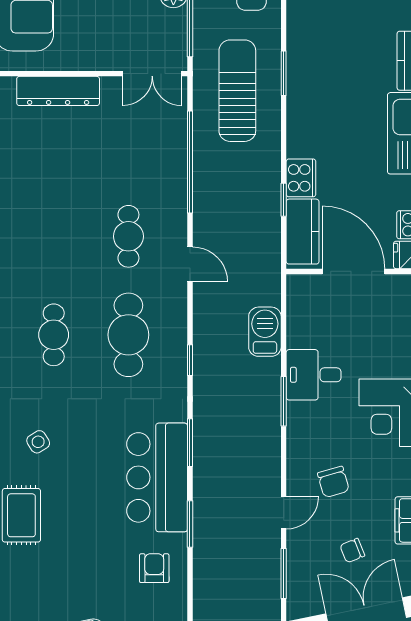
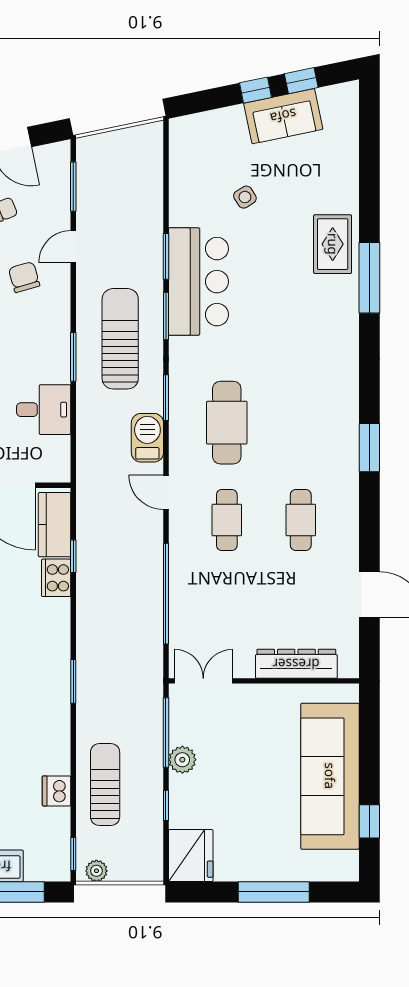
sun lounger: (237, 91) -> (120, 339), moved, turned 180
barbecue: (265, 332) -> (147, 438), moved, turned 180
cafe table: (54, 335) -> (301, 520), moved
window: (190, 360) -> (166, 398), width x1.50
desk: (314, 375) -> (44, 410), moved
side table: (38, 442) -> (245, 197), moved
window: (190, 524) -> (166, 256), moved
armchair: (154, 568) -> (201, 192), removed

